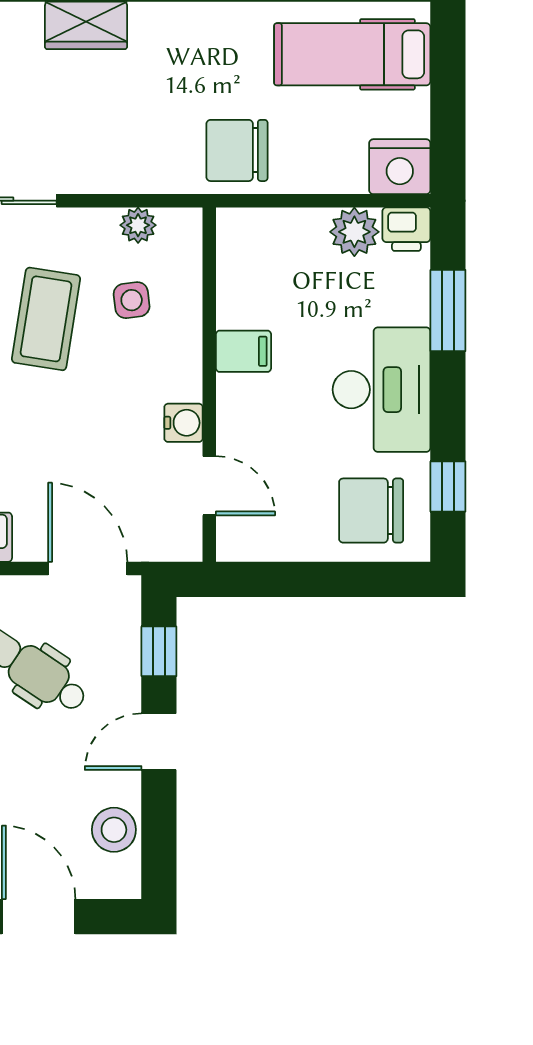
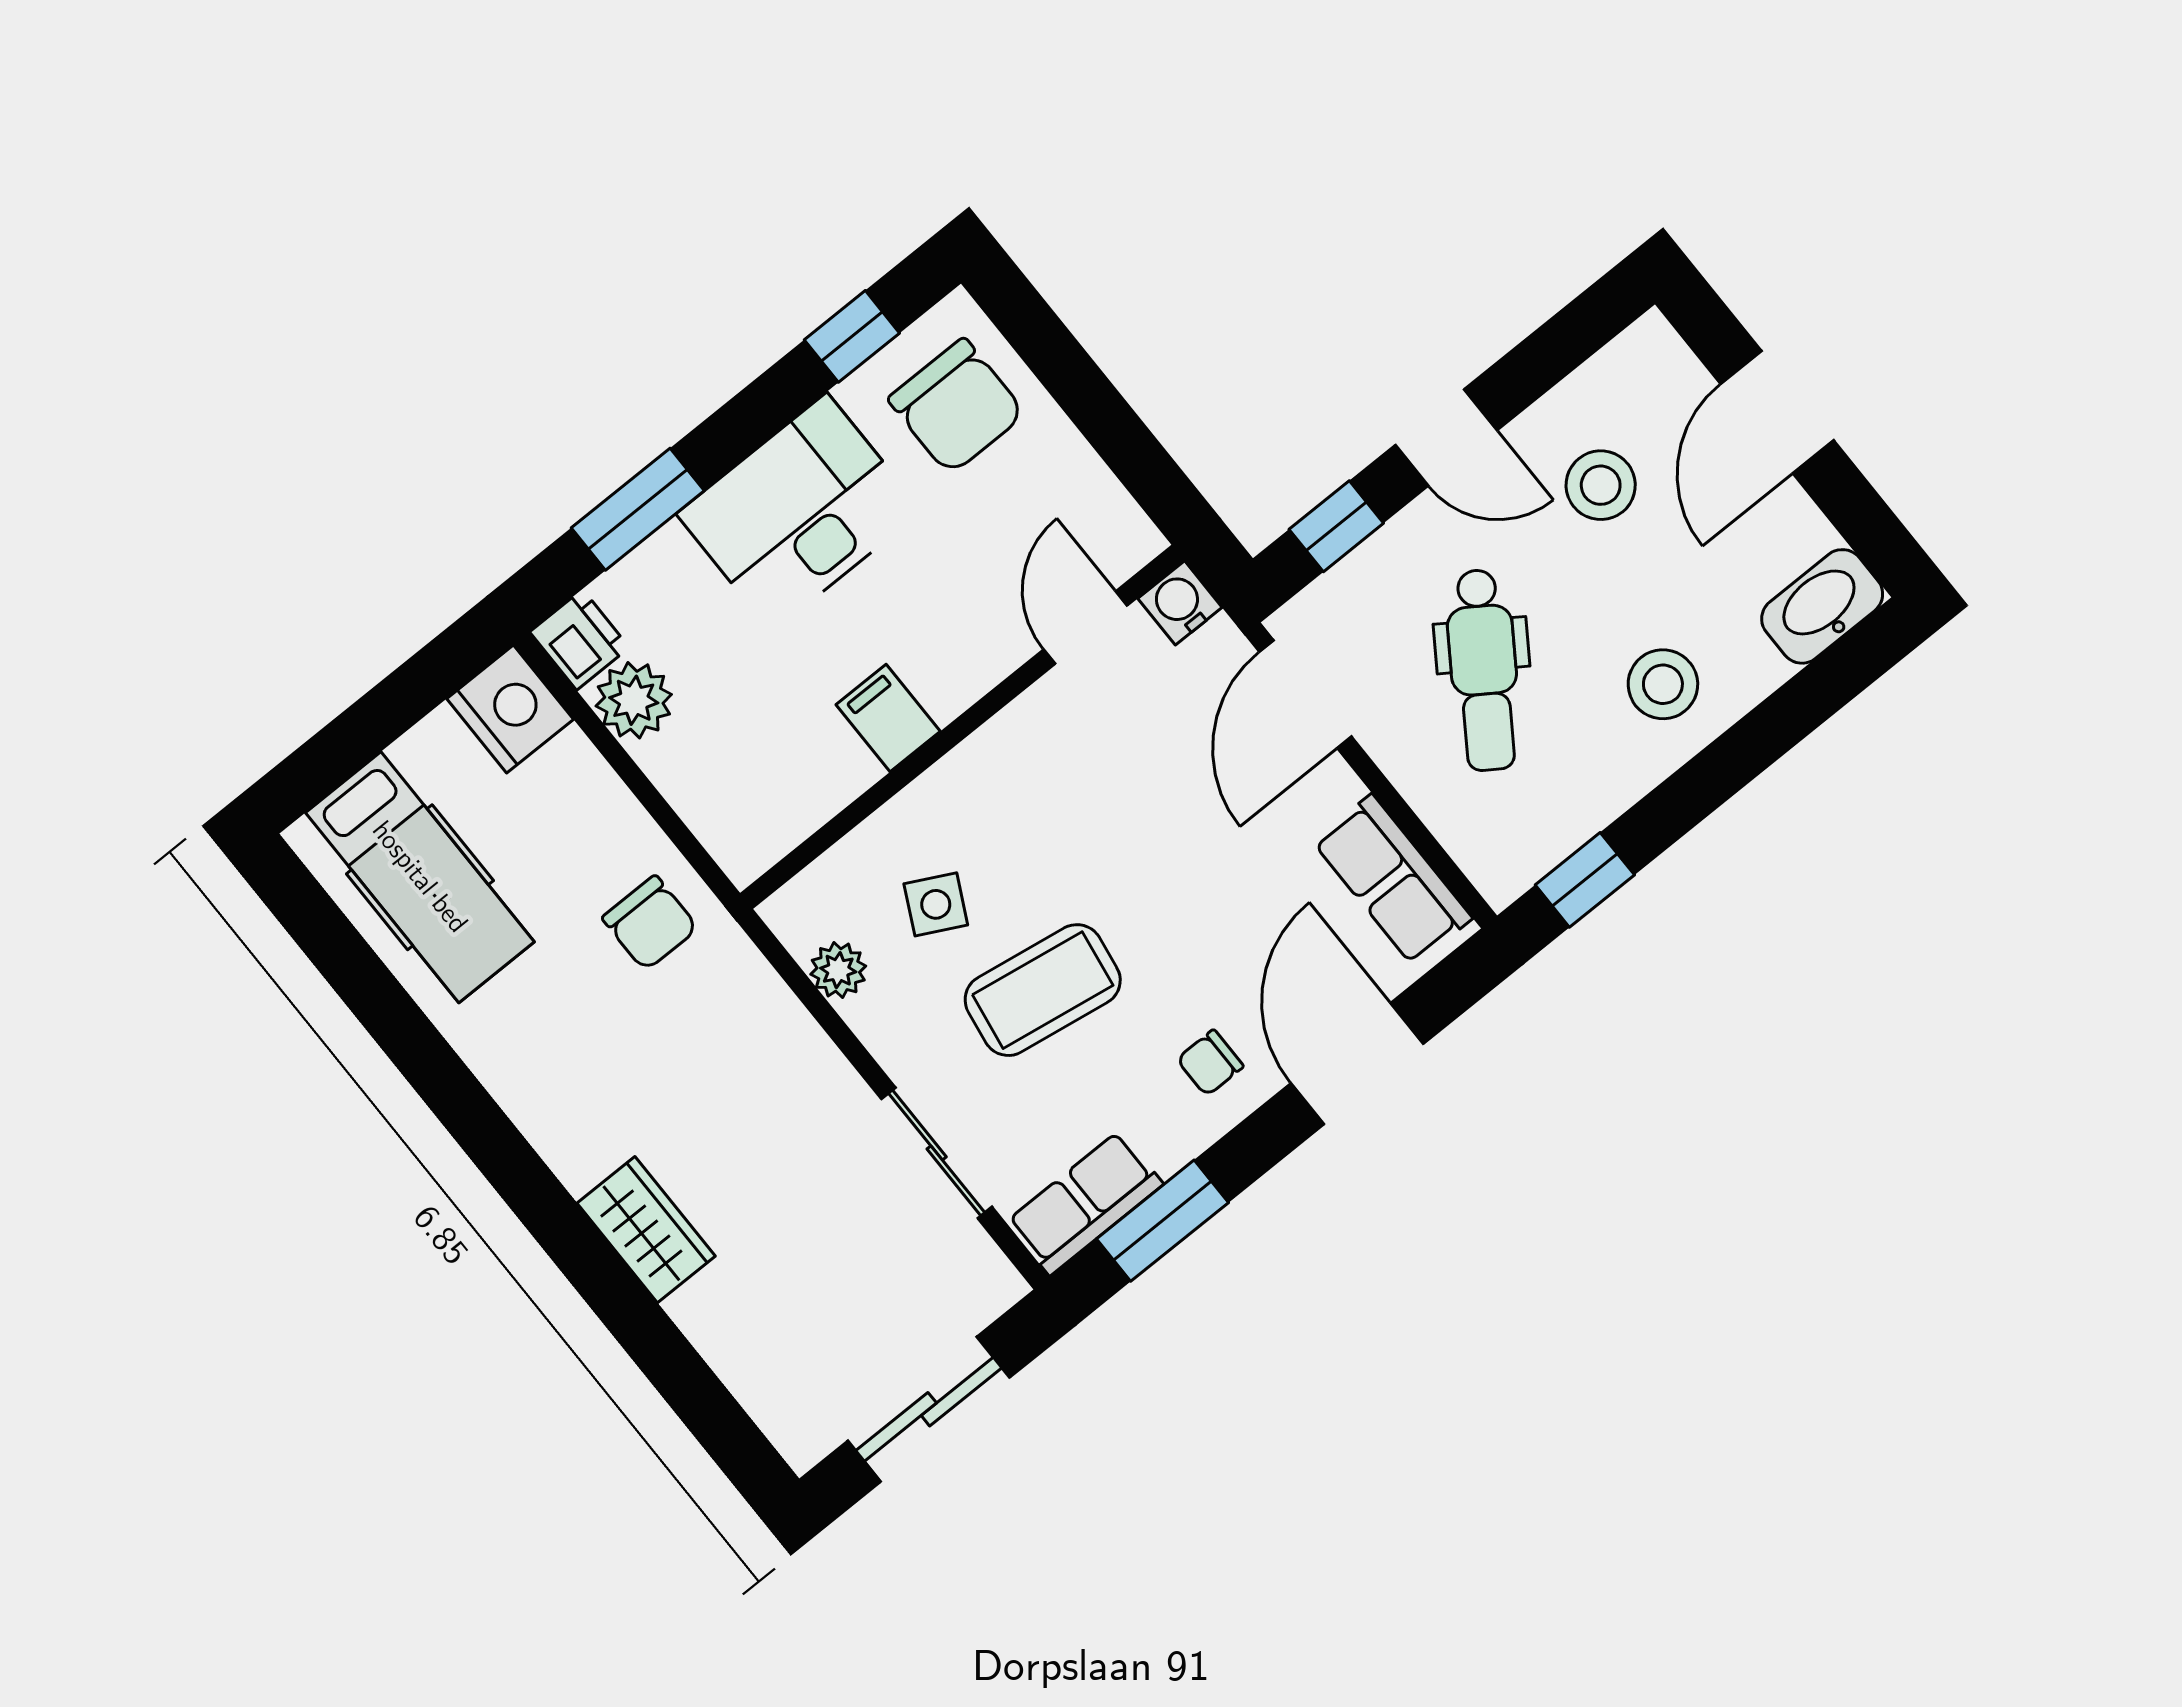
chair: (237, 150) -> (650, 923), width x0.73, depth x0.73
side table: (132, 300) -> (936, 904), turned 34
water cooler: (183, 423) -> (1180, 603), moved
stool: (114, 830) -> (1601, 485), moved

